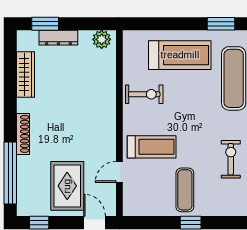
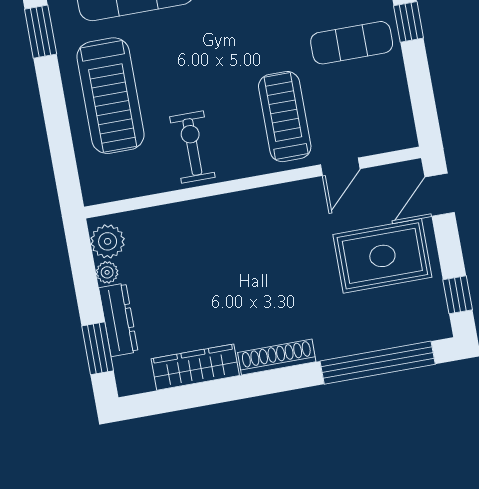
plant: (85, 36) -> (107, 272), added
treadmill: (180, 55) -> (110, 96), turned 180
shoe rack: (23, 134) -> (277, 357), moved
door: (119, 172) -> (340, 167), hinge flipped

